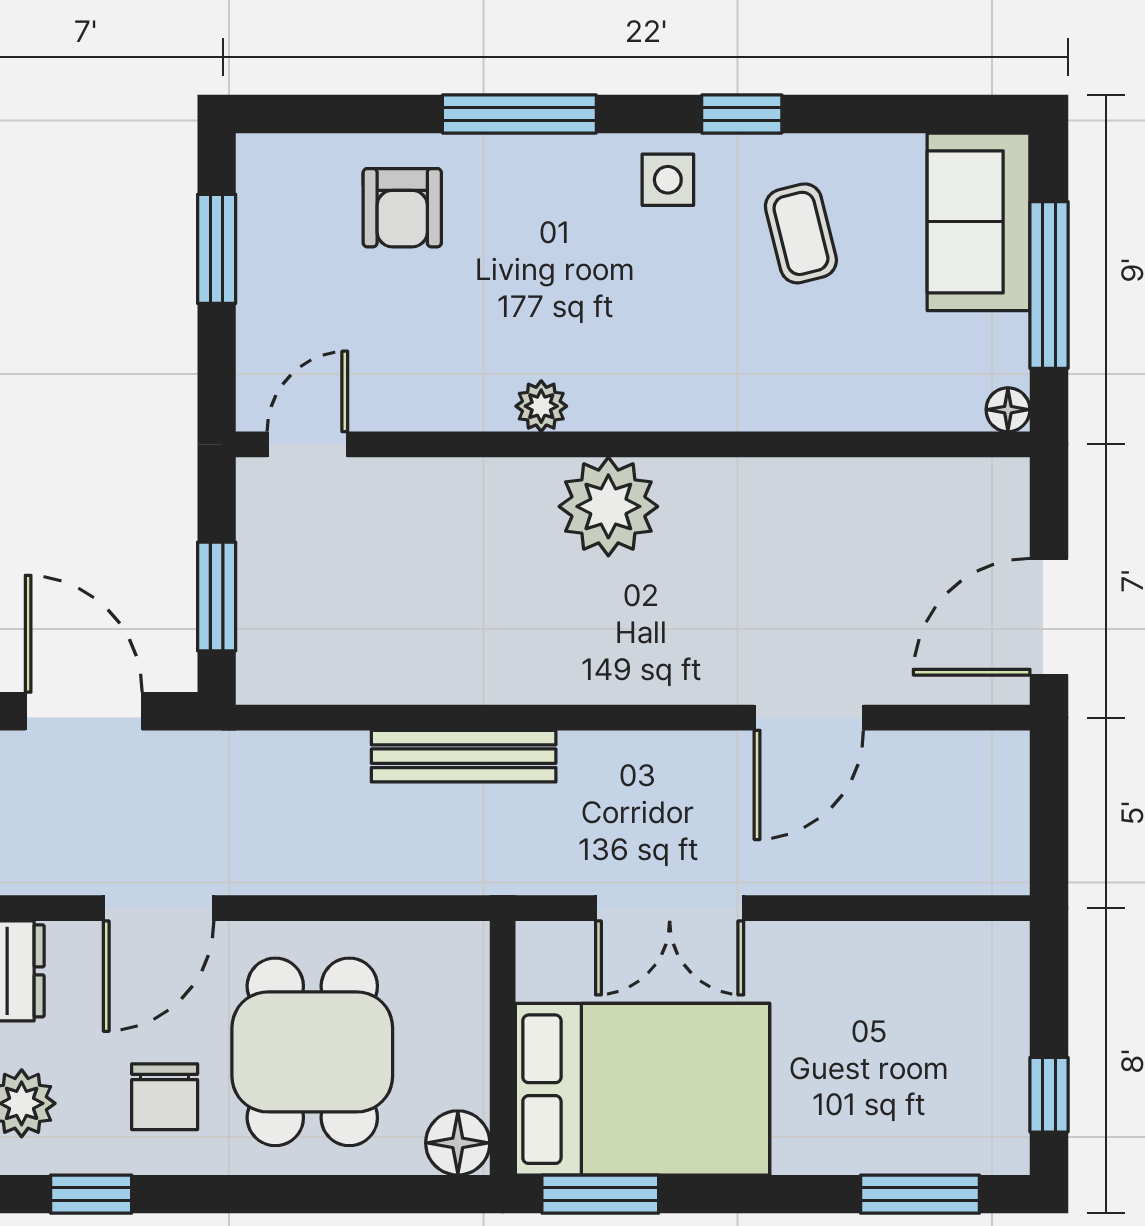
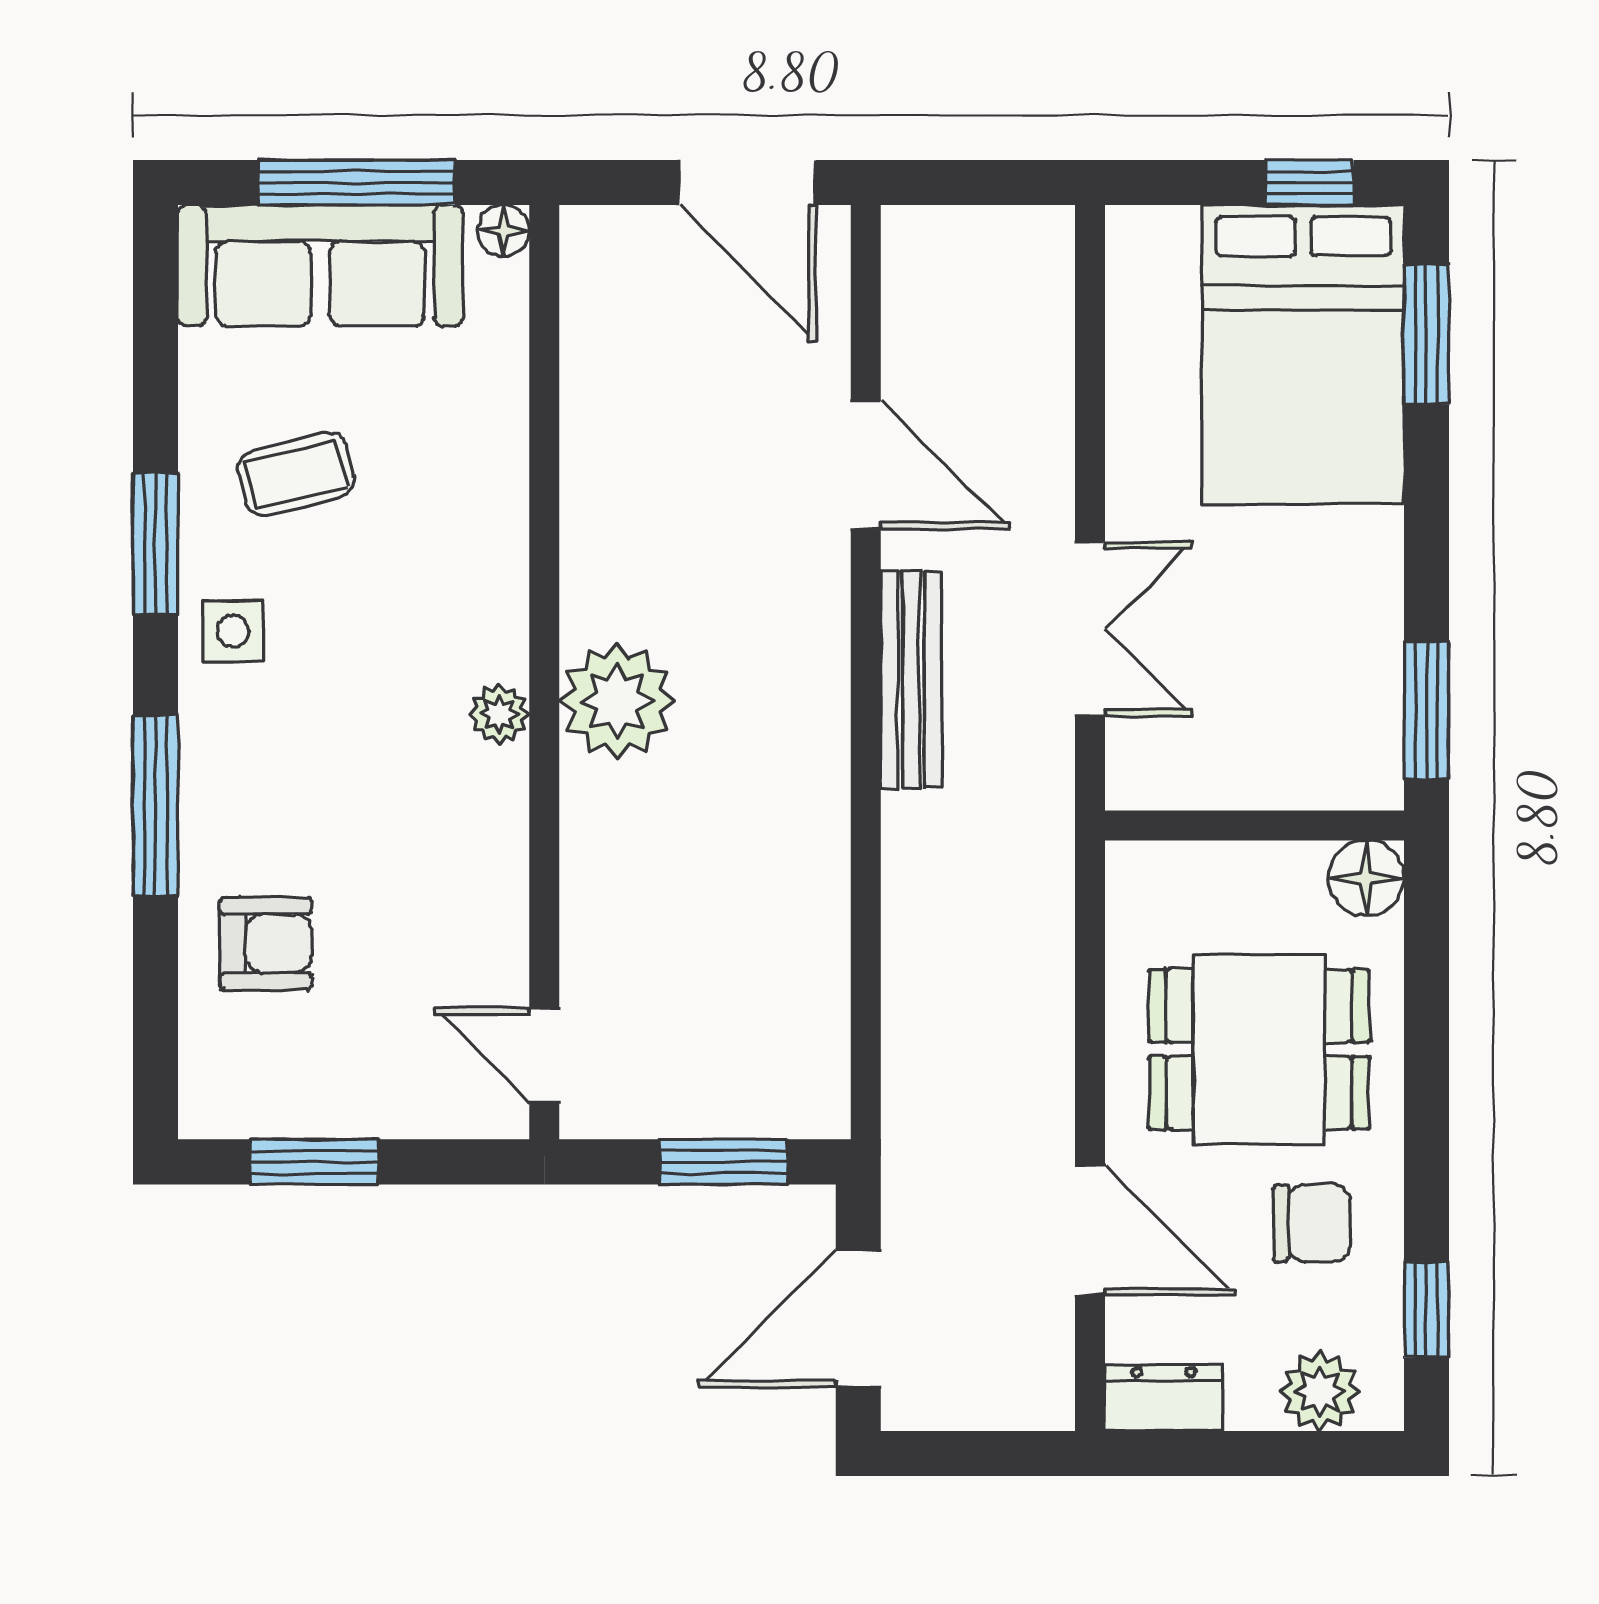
window: (742, 114) -> (156, 544), width x1.50
sofa: (979, 222) -> (320, 265), width x1.36
plant: (541, 406) -> (499, 714), moved
bench: (464, 756) -> (911, 679), moved
bed: (642, 1089) -> (1303, 355), moved, turned 180

